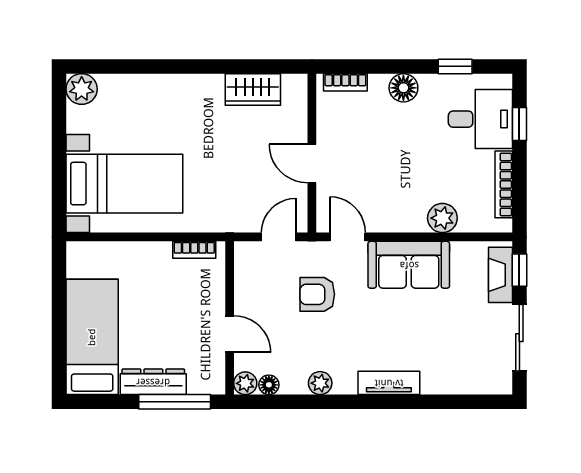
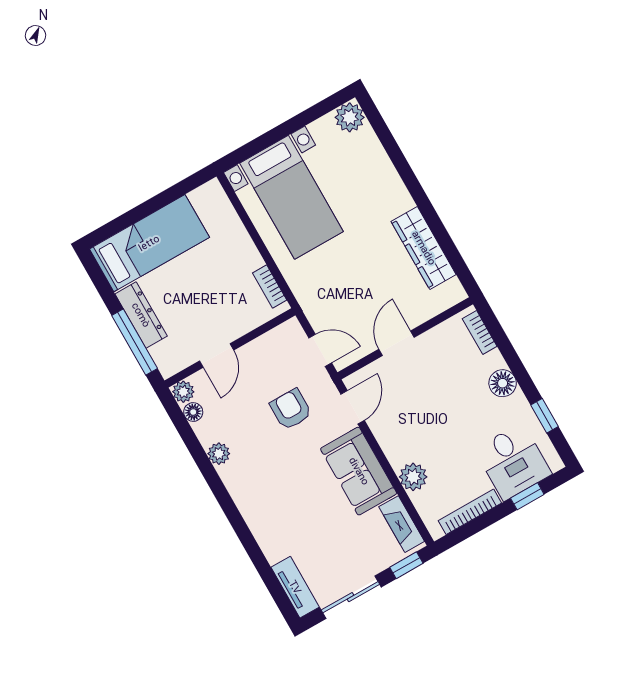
wardrobe: (253, 89) -> (424, 248), width x1.50
fireplace: (500, 275) -> (402, 524), moved, turned -90
tv unit: (389, 383) -> (295, 587), moved

